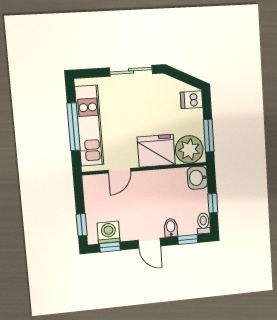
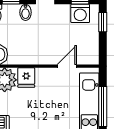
fridge: (156, 151) -> (26, 78), width x0.53, depth x0.75

